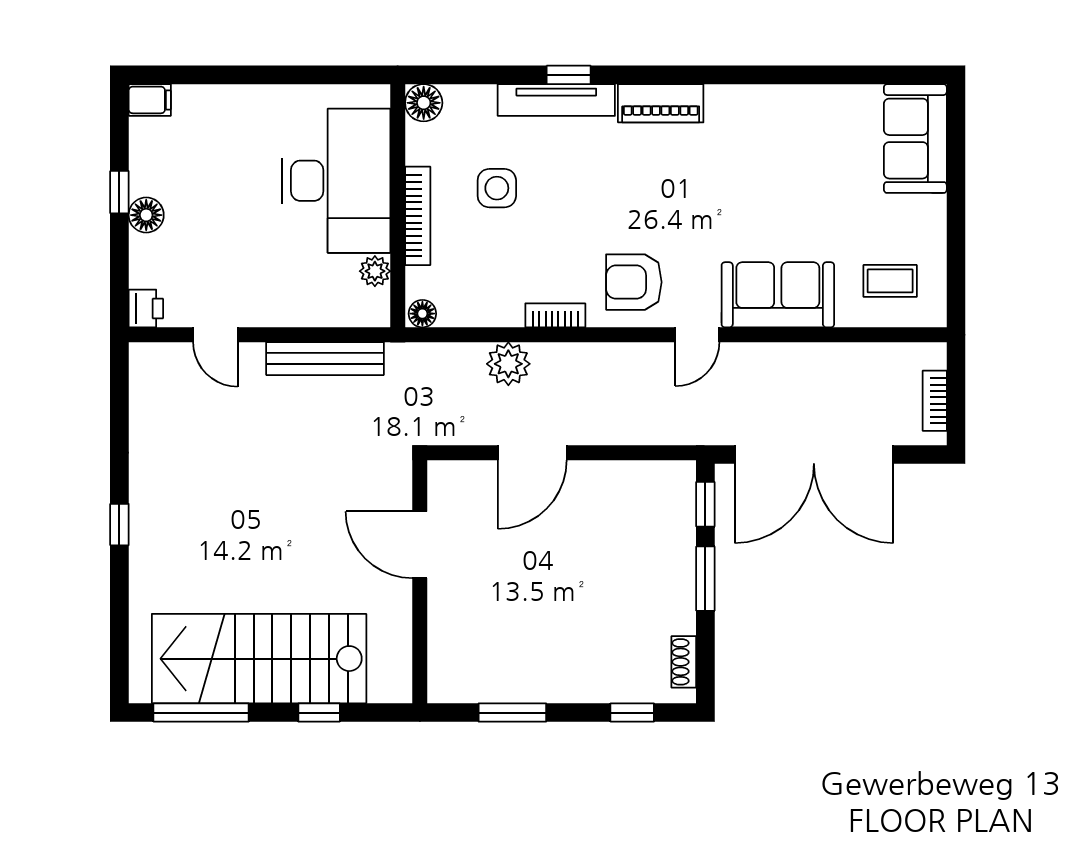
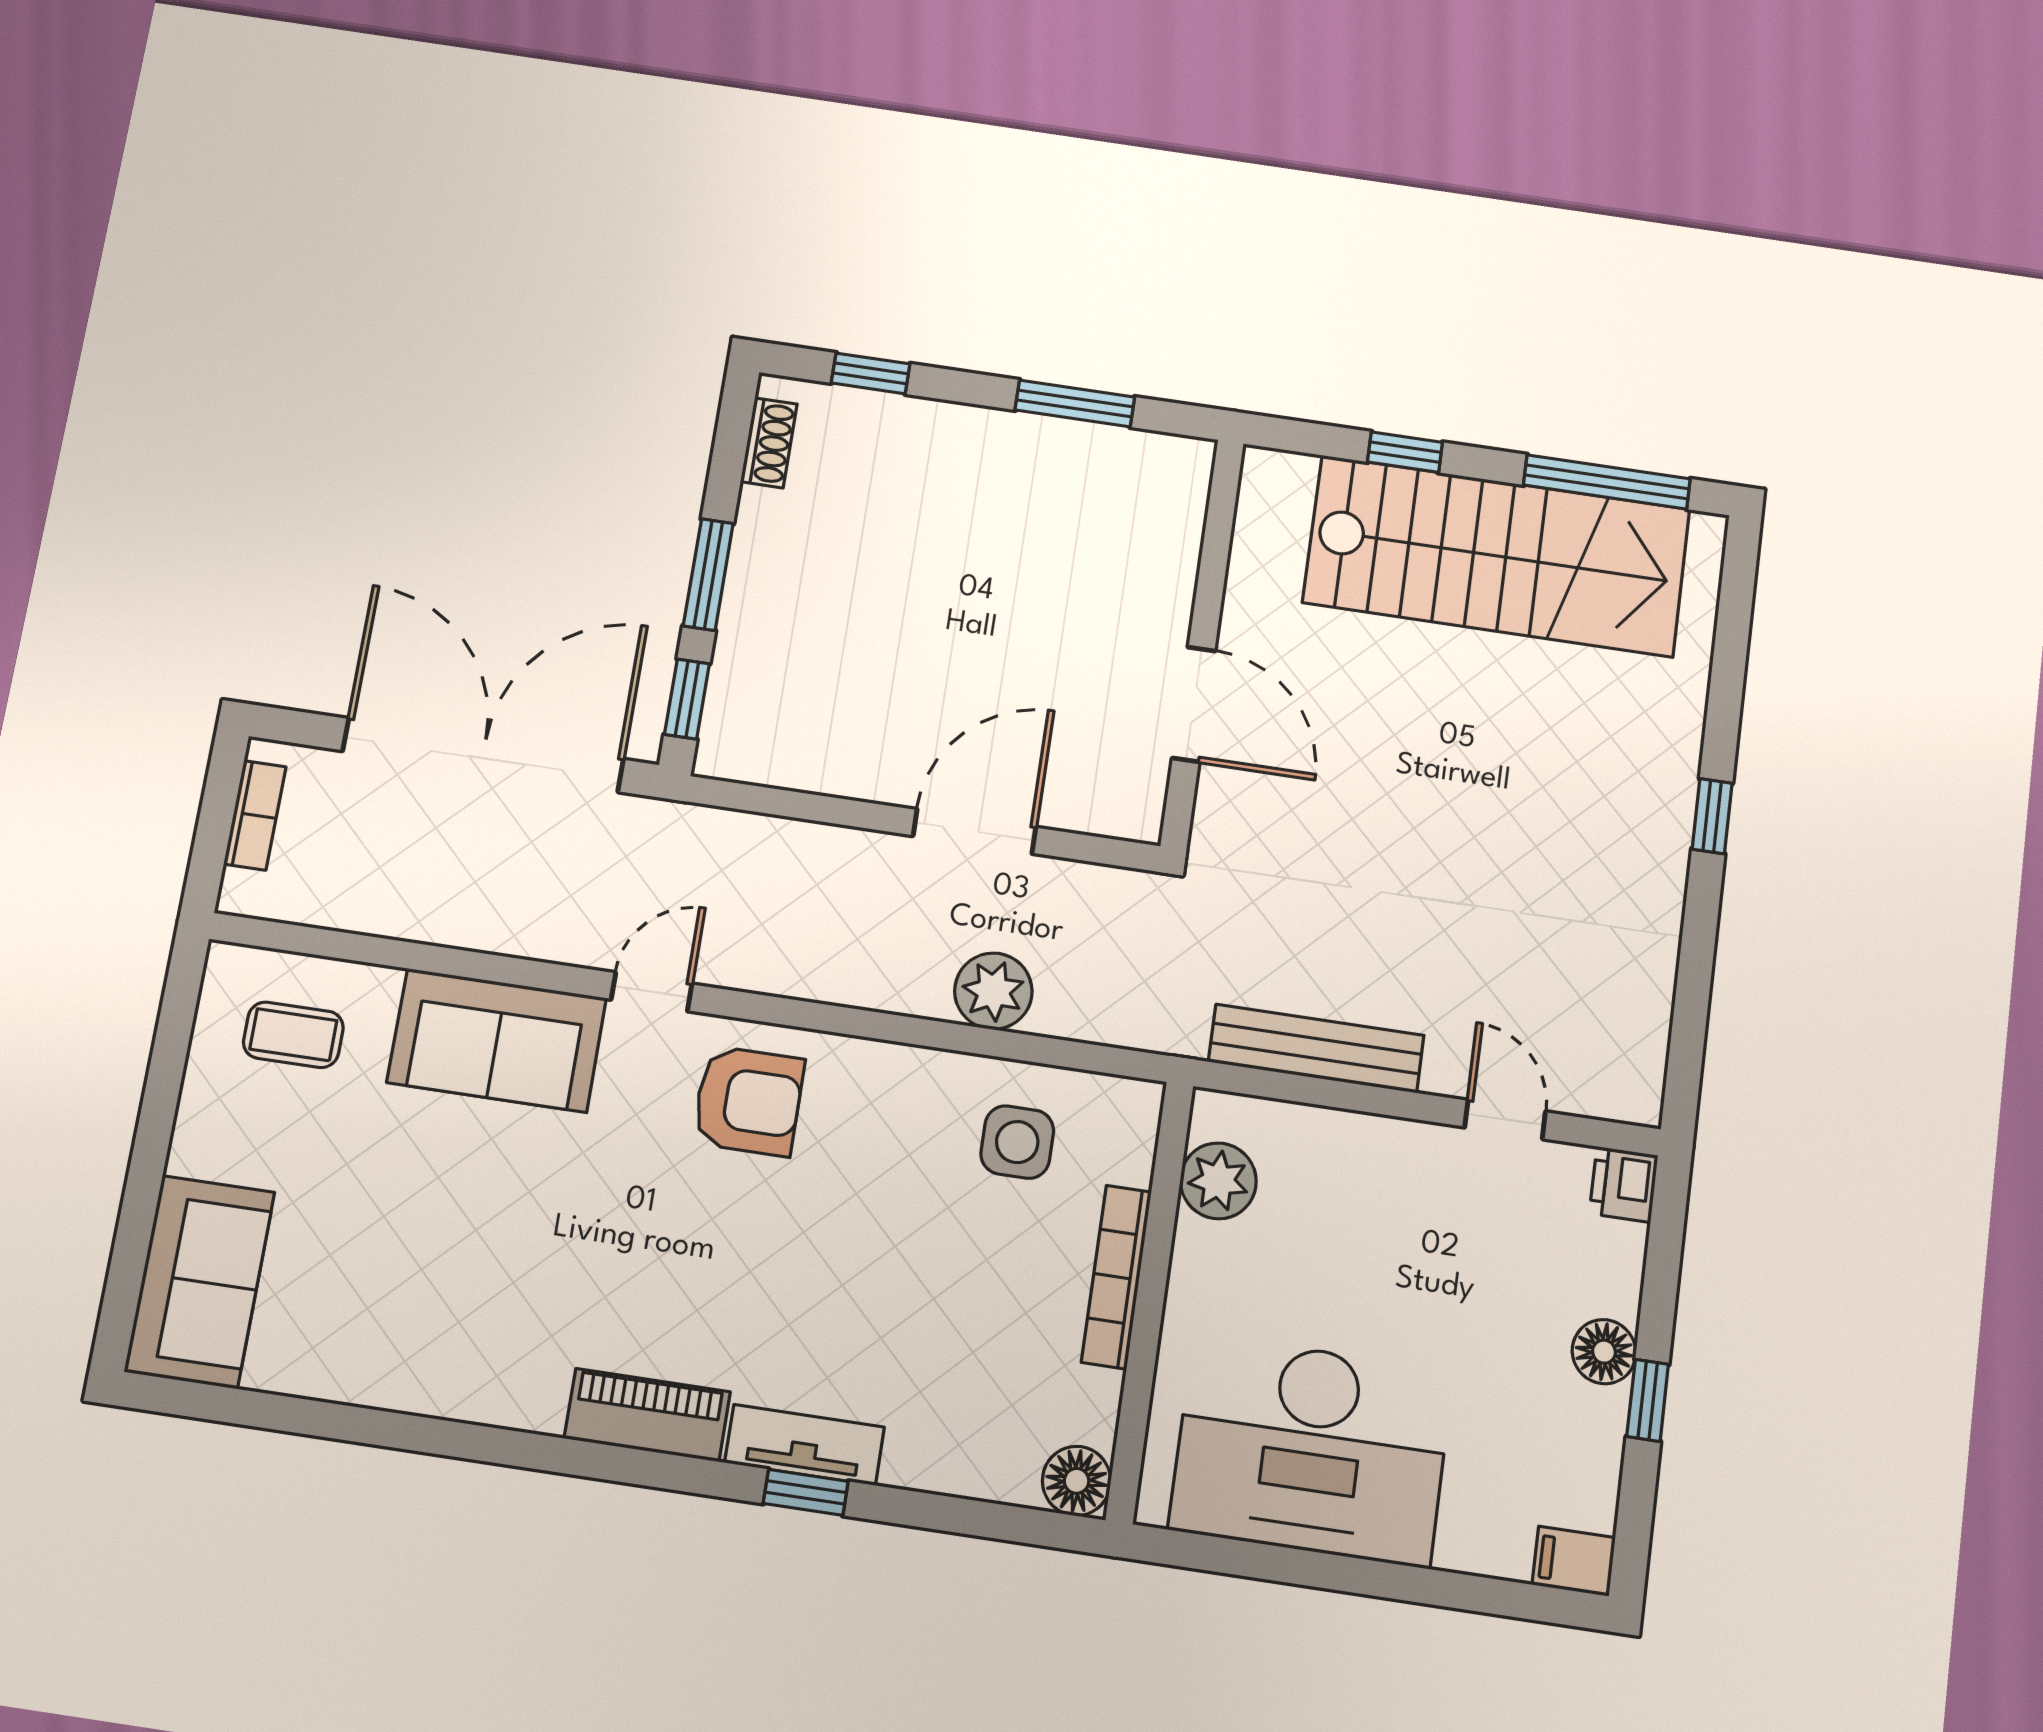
tv unit: (556, 100) -> (804, 1445), width x0.71
desk: (336, 181) -> (1311, 1450), moved, turned -90
side table: (497, 188) -> (1017, 1142), moved
plant: (375, 271) -> (1218, 1181), width x1.38, depth x1.38
floor lamp: (422, 314) -> (1133, 1102), removed
bookcase: (555, 315) -> (897, 1063), removed

